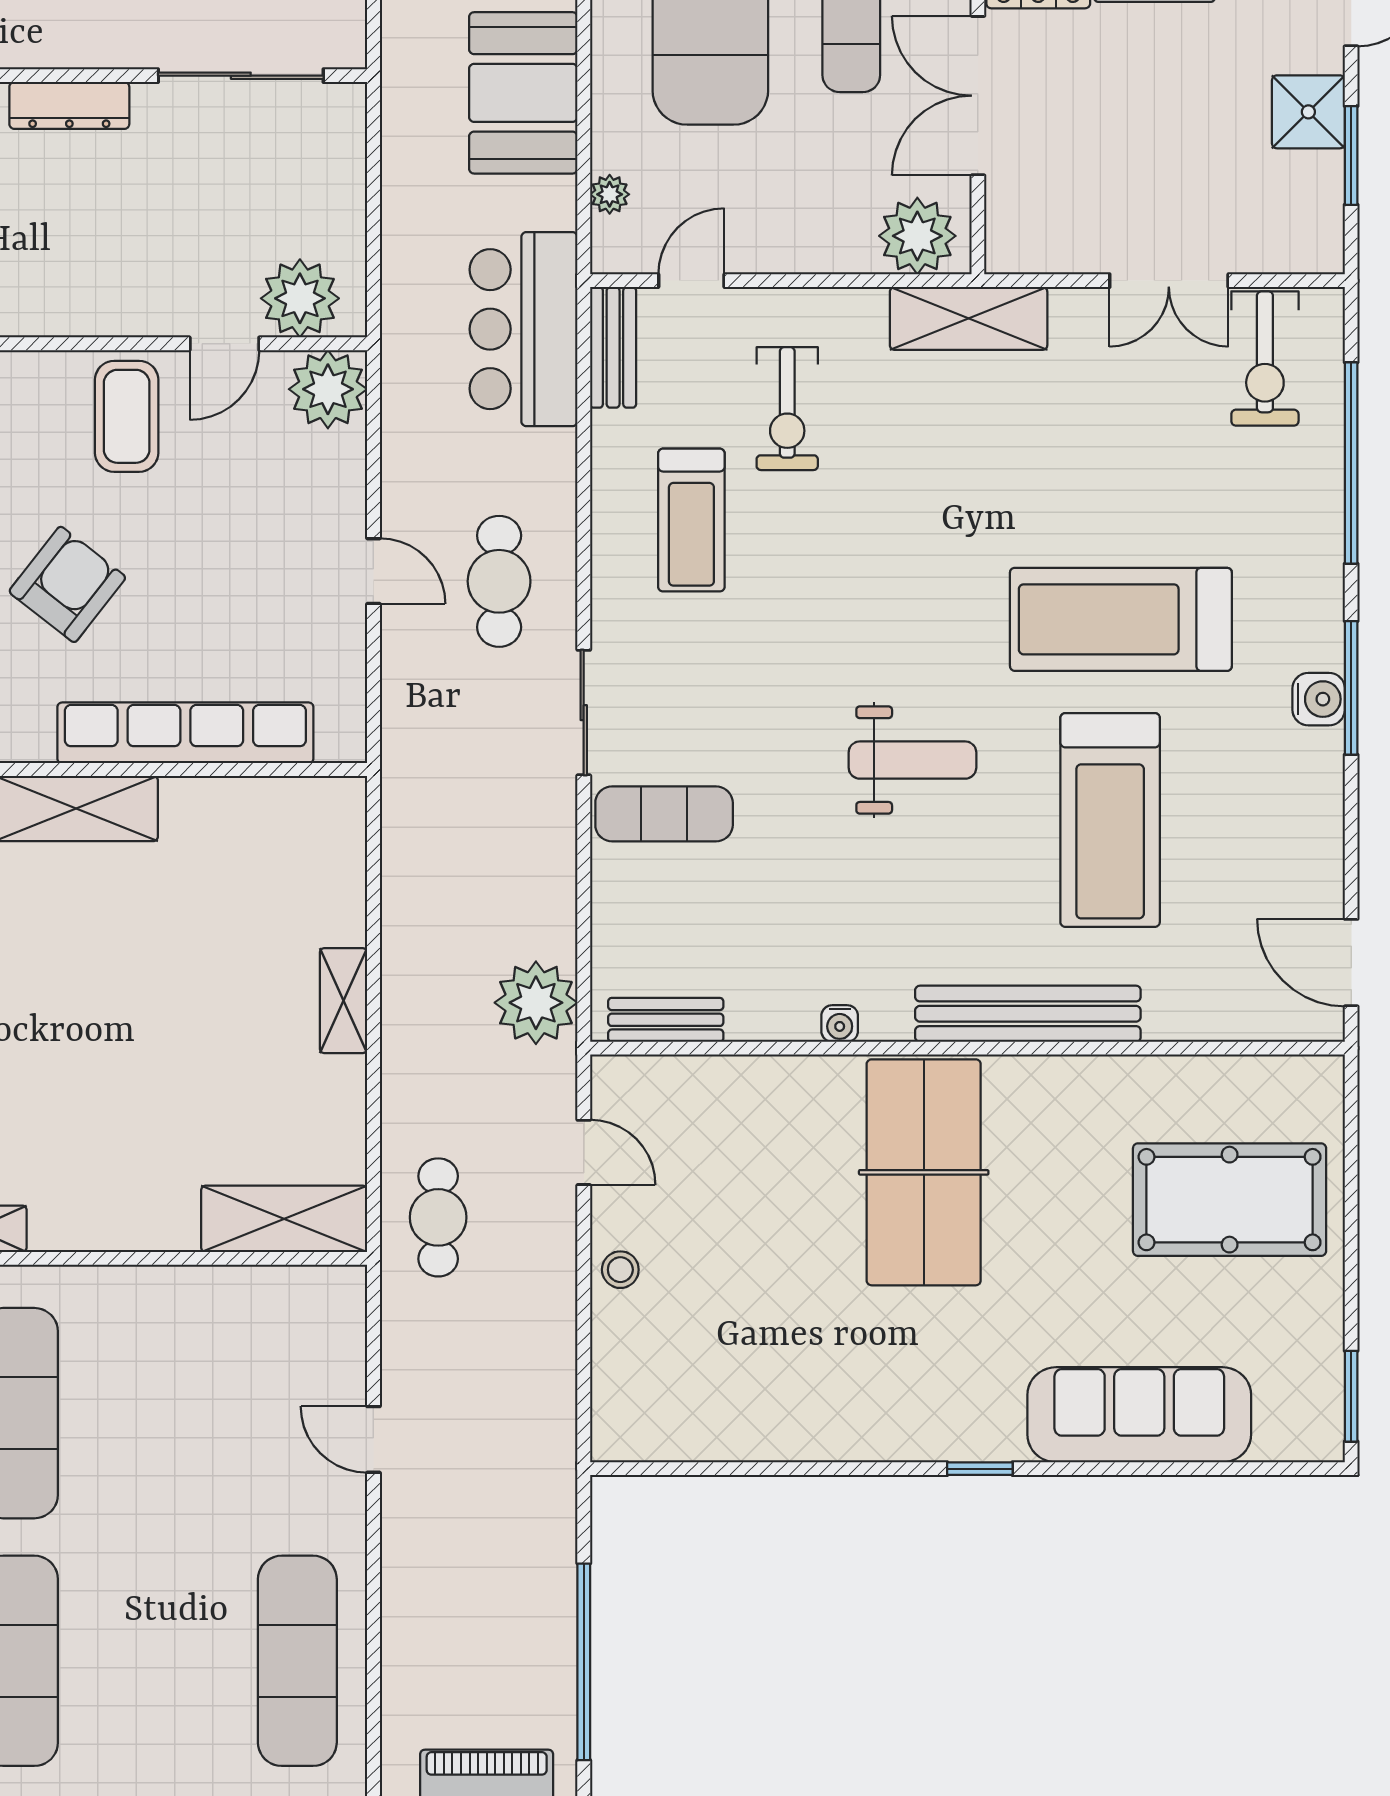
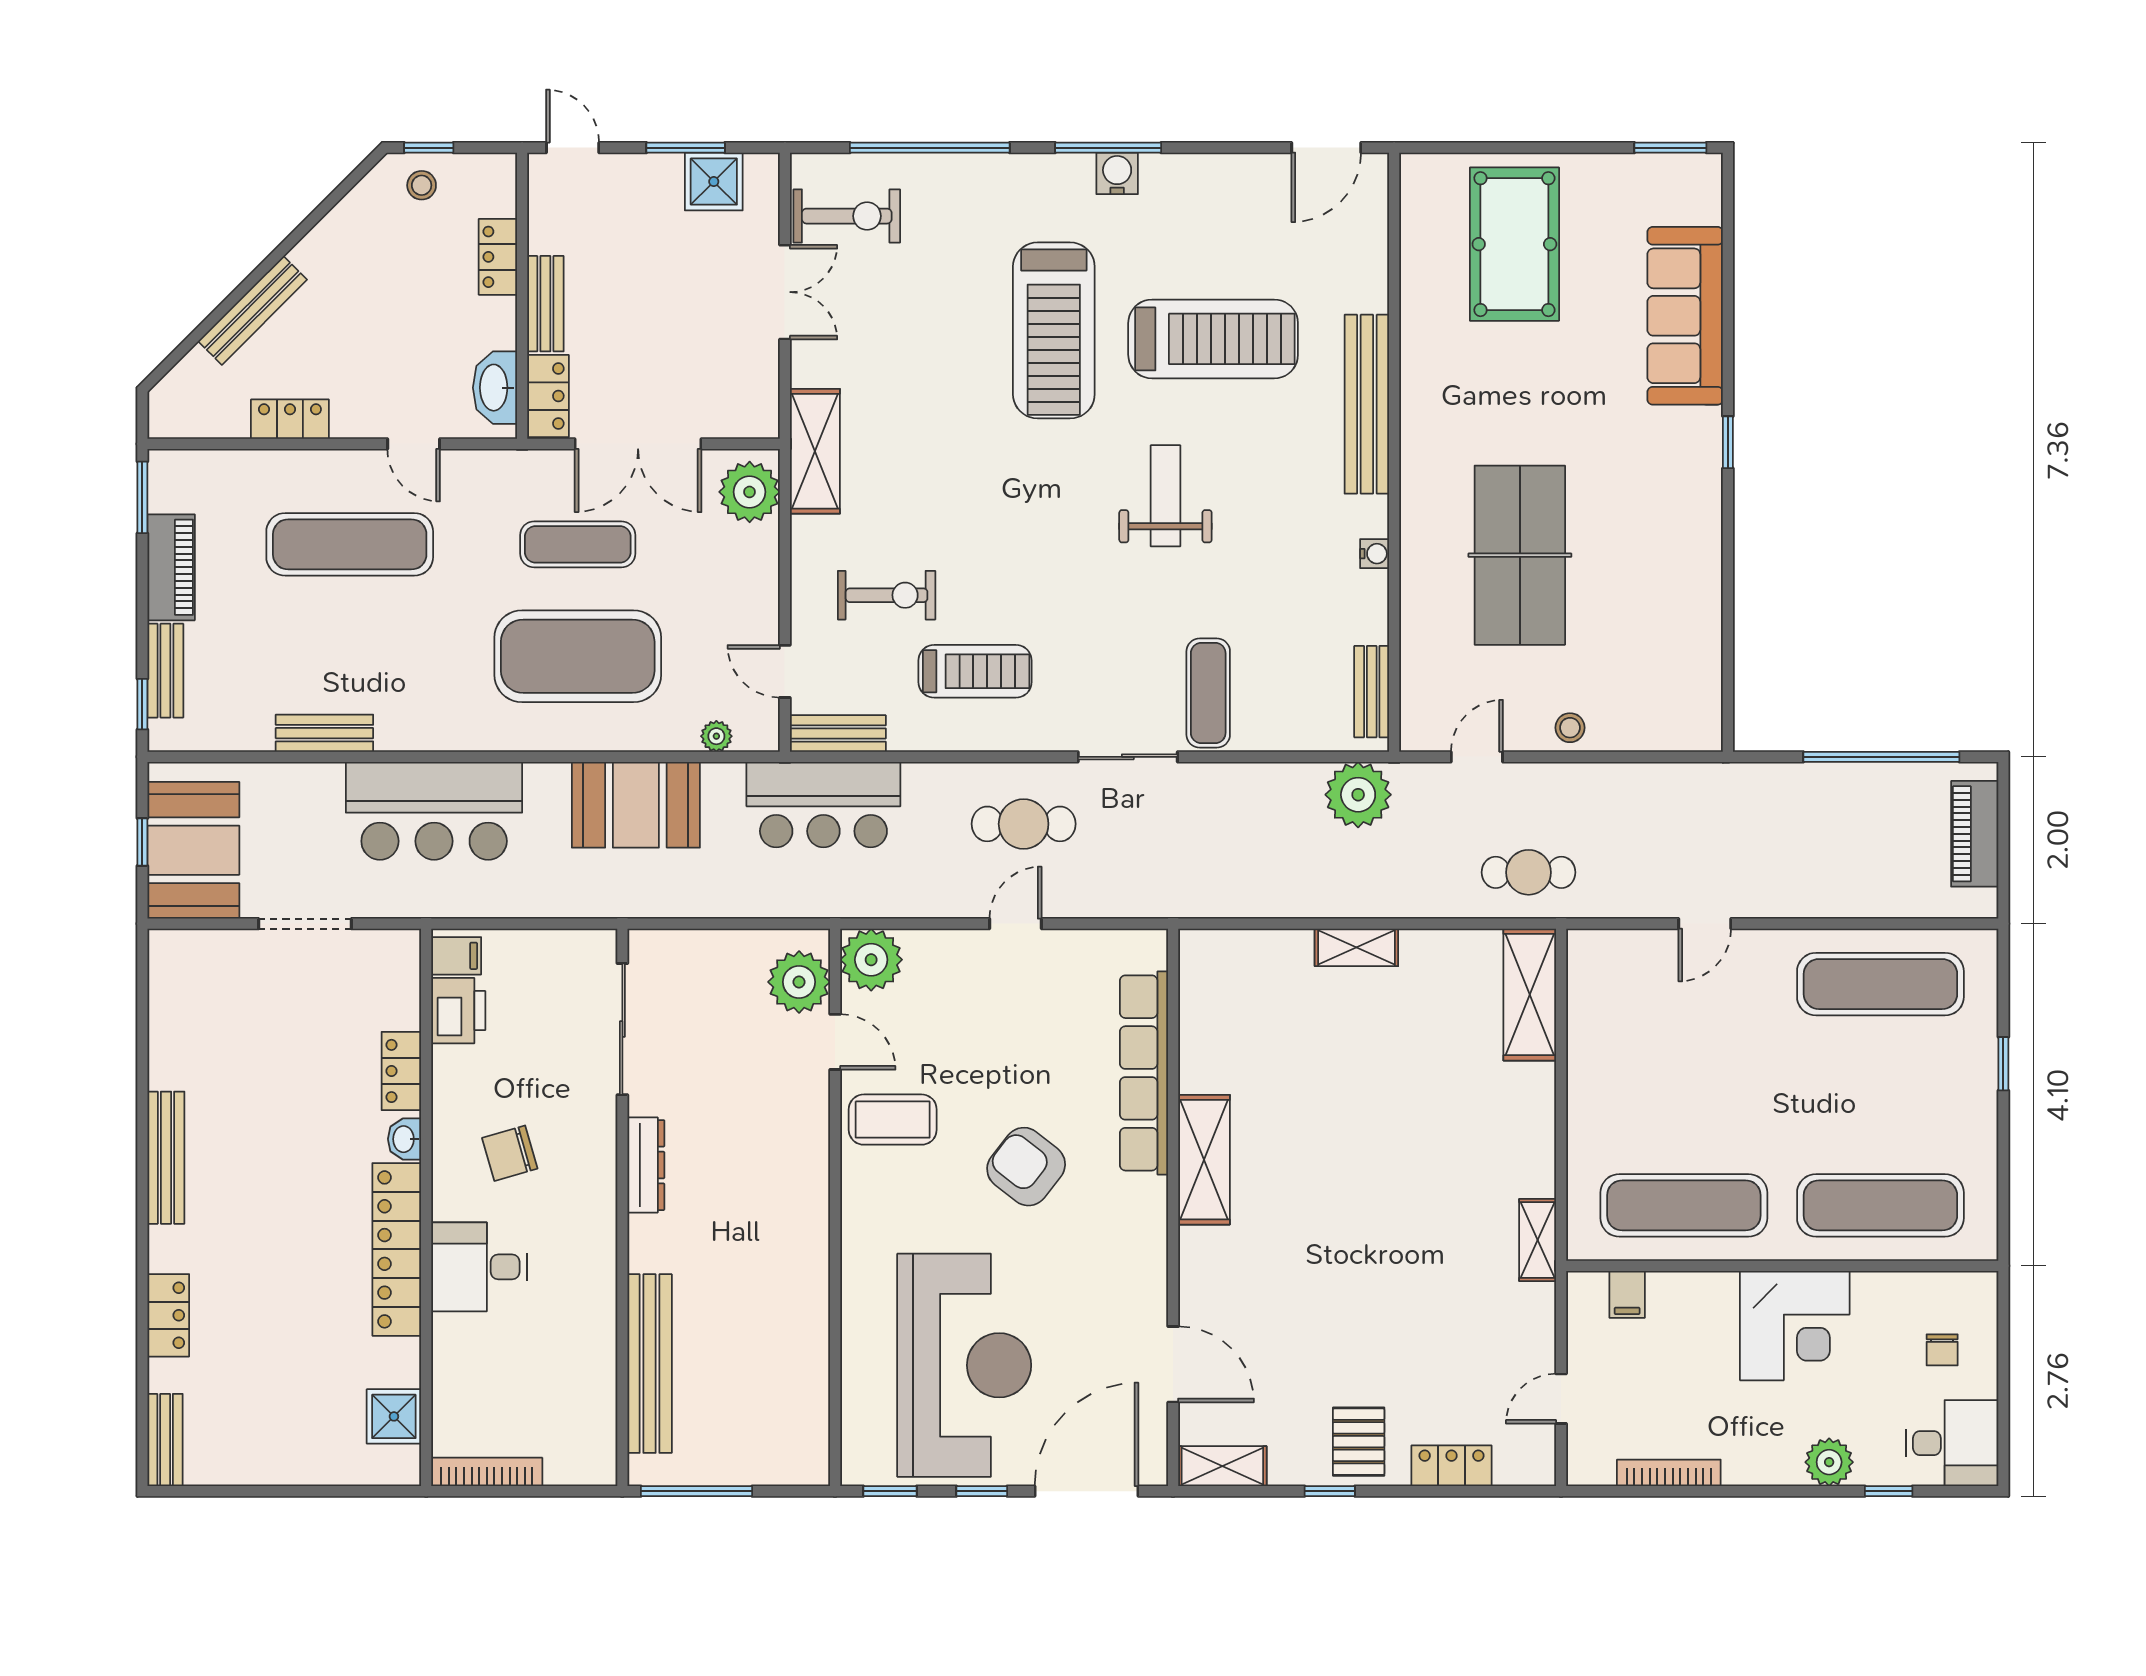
shower: (1308, 112) -> (714, 182), moved
table tennis table: (924, 1172) -> (1520, 555), moved, turned 90

